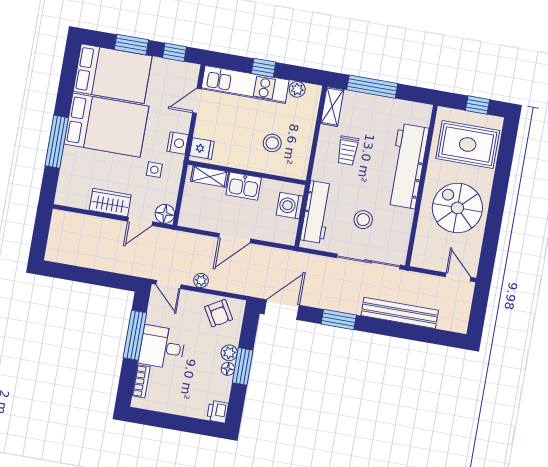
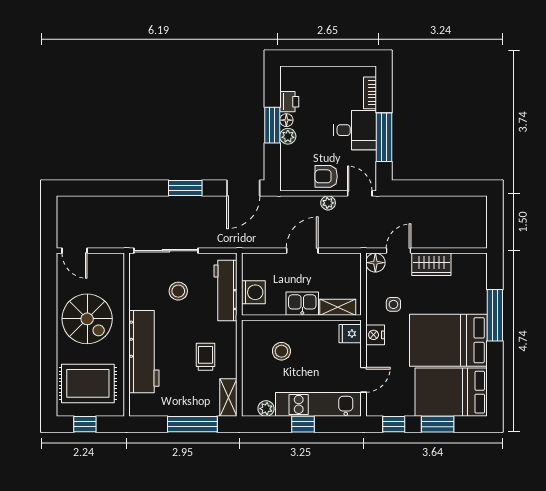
armchair: (219, 313) -> (326, 176), moved, turned -60
bench: (400, 313) -> (126, 205), removed
printer: (218, 412) -> (289, 102), moved

